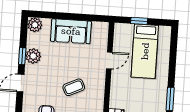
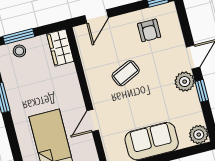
plant: (33, 56) -> (185, 82), moved

